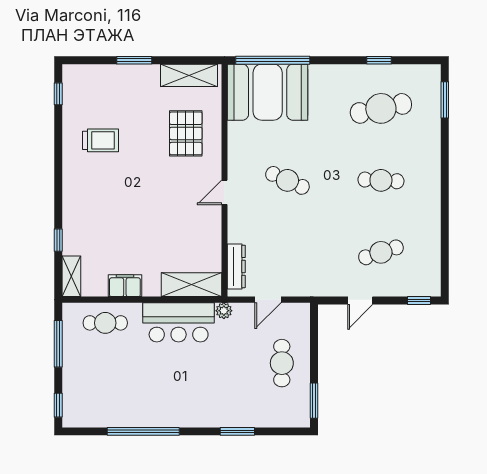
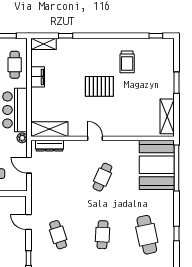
pallet: (186, 133) -> (99, 86), moved
shelving: (192, 285) -> (49, 129), moved, turned 90

